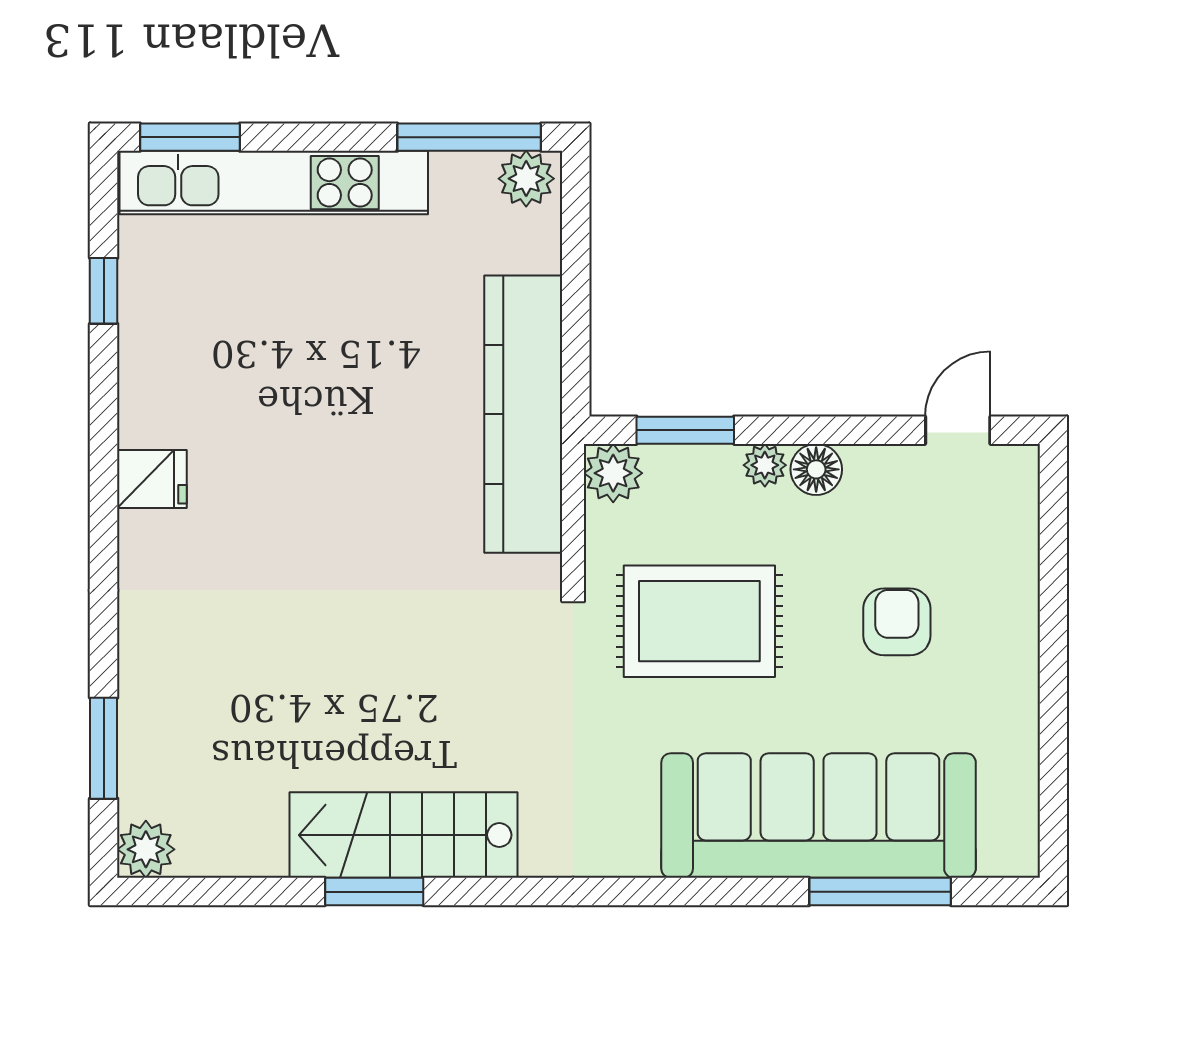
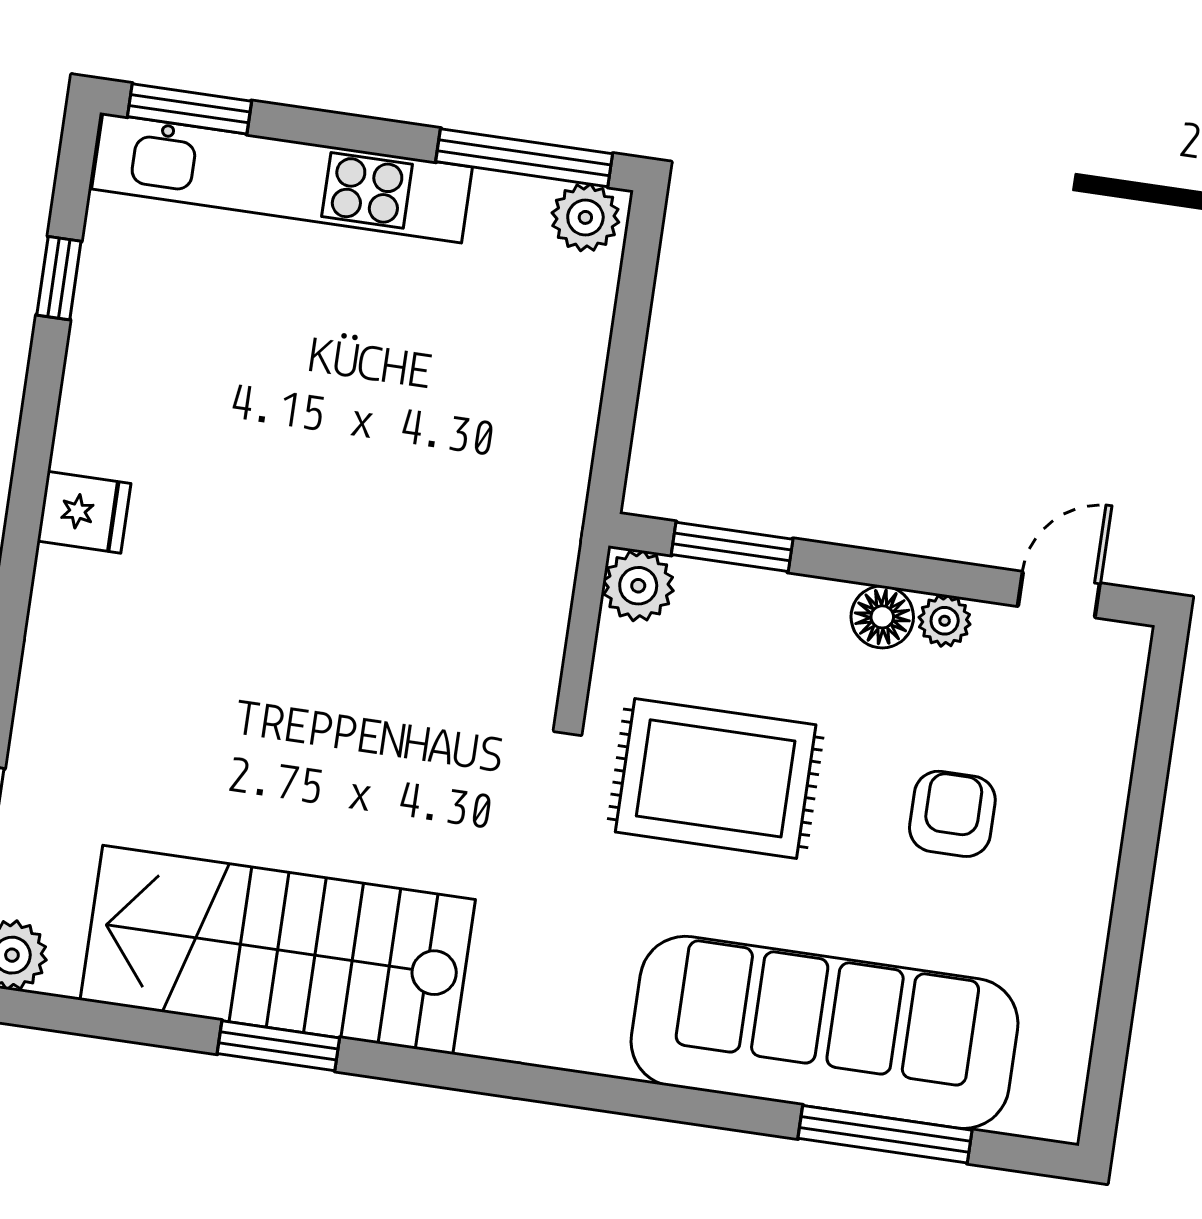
kitchen counter: (523, 414) -> (541, 499), removed
plant: (765, 465) -> (945, 621), moved
stairs: (404, 835) -> (278, 950), width x1.36, depth x1.51

